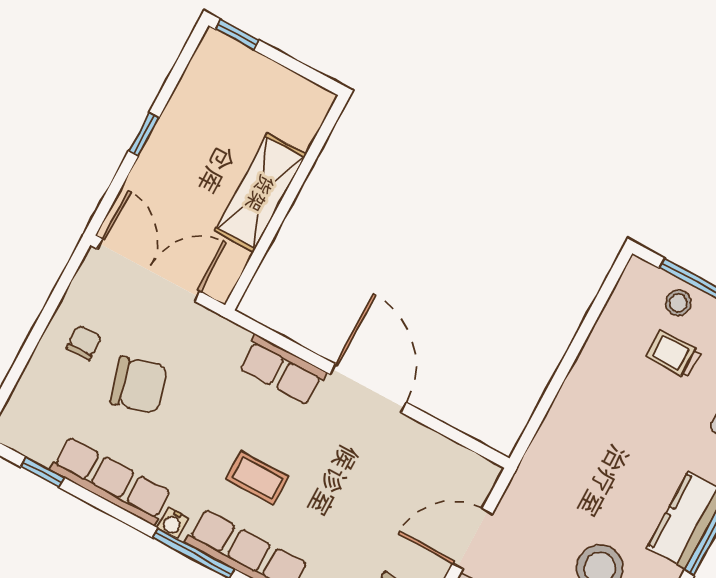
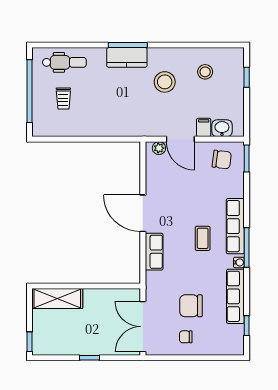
shelving: (260, 193) -> (57, 299), moved
stool: (678, 303) -> (42, 108), removed
chair: (139, 385) -> (191, 306), turned -75
door: (368, 388) -> (143, 213), hinge flipped
plant: (478, 488) -> (159, 148), added

